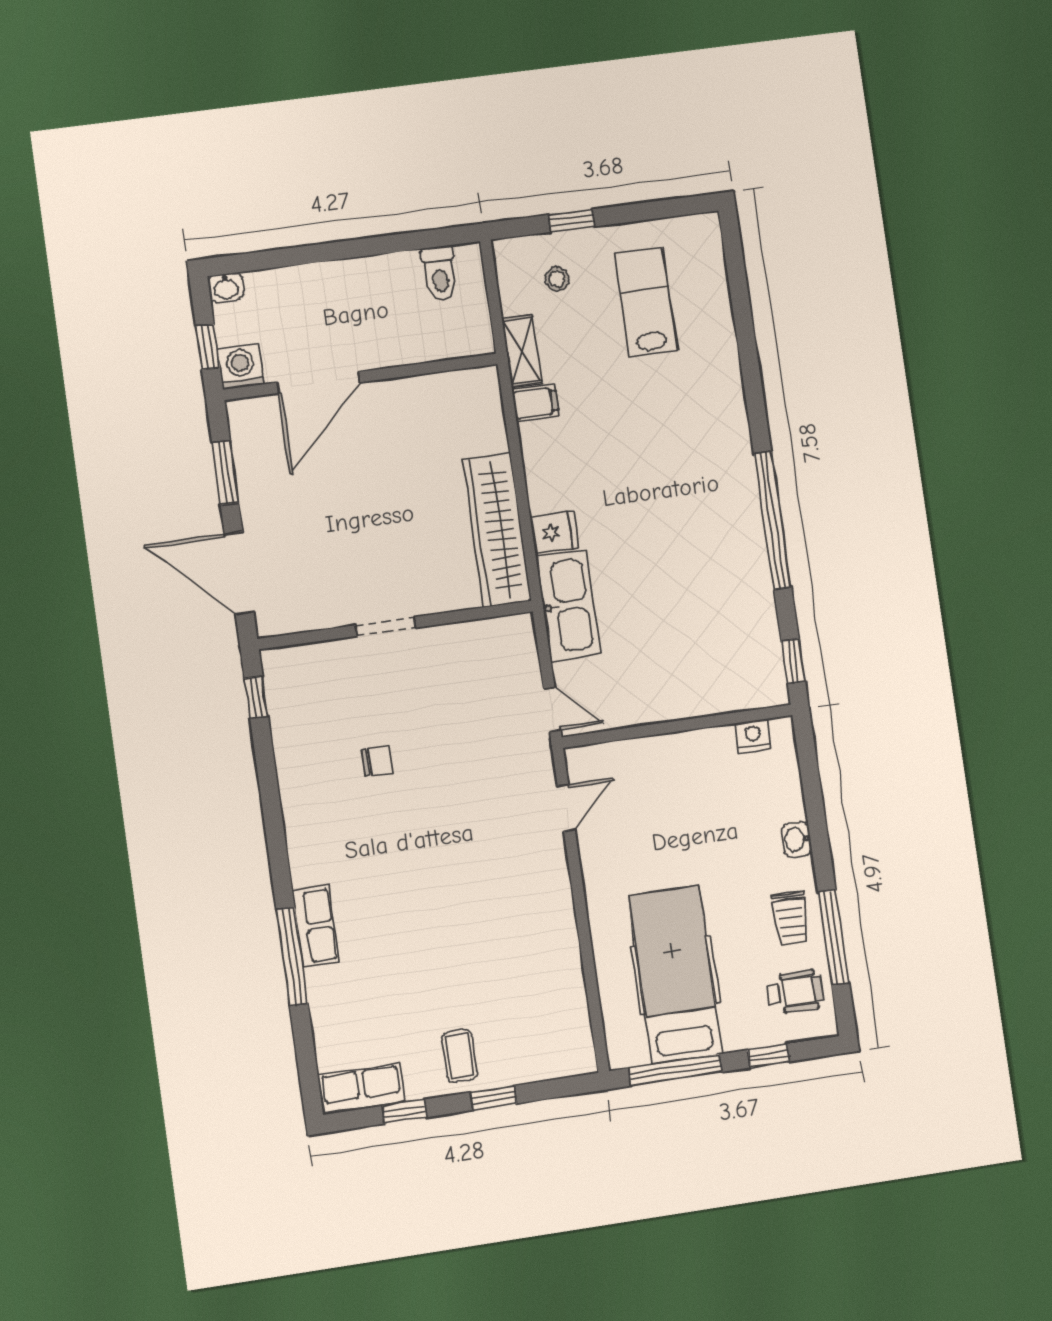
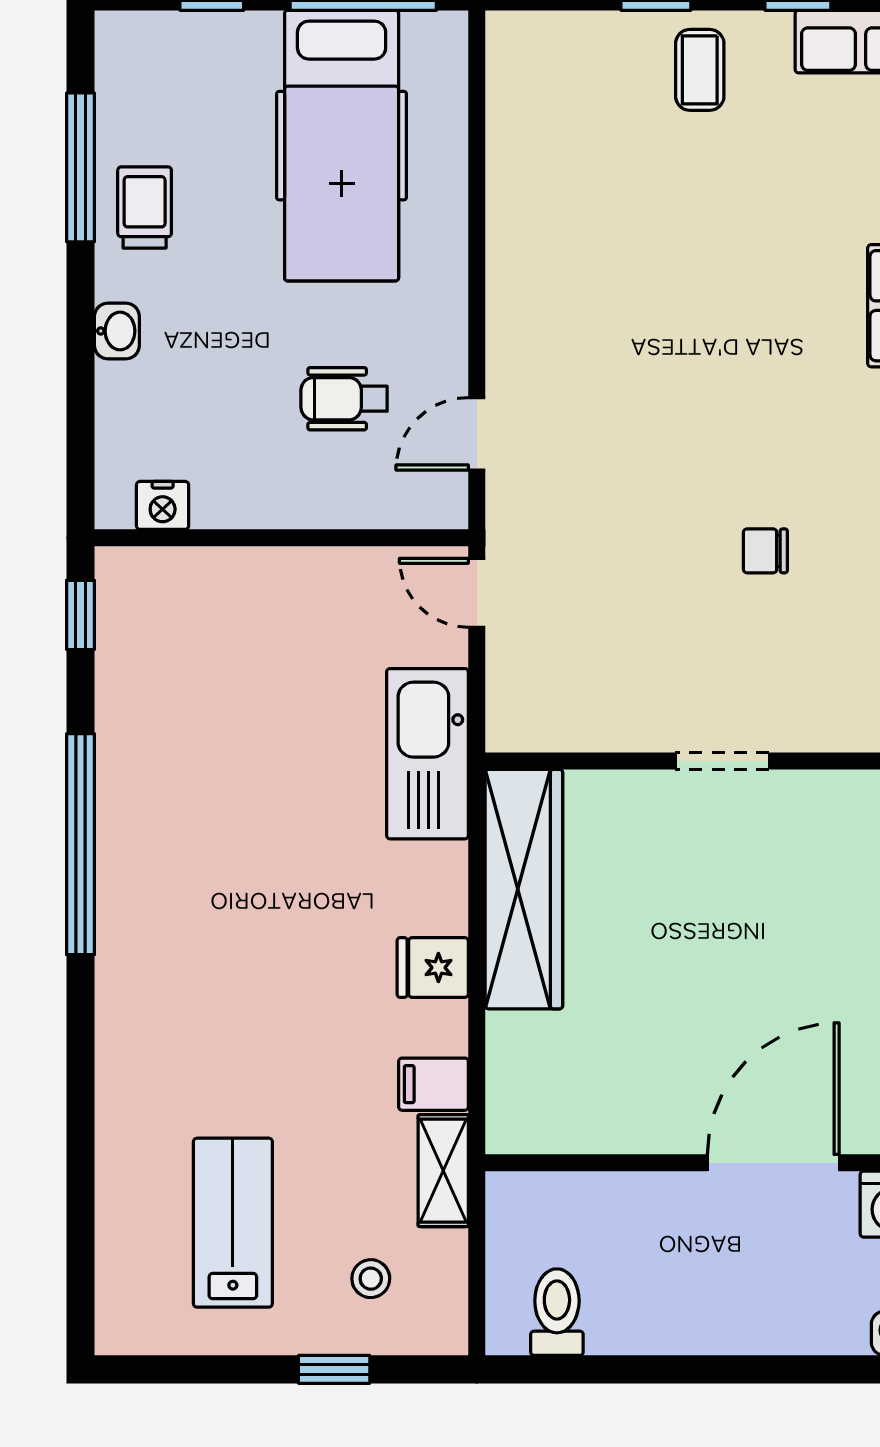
lab bench: (646, 302) -> (233, 1223), turned 180
fridge: (555, 532) -> (433, 968), moved
wheelchair: (795, 992) -> (344, 399), moved

